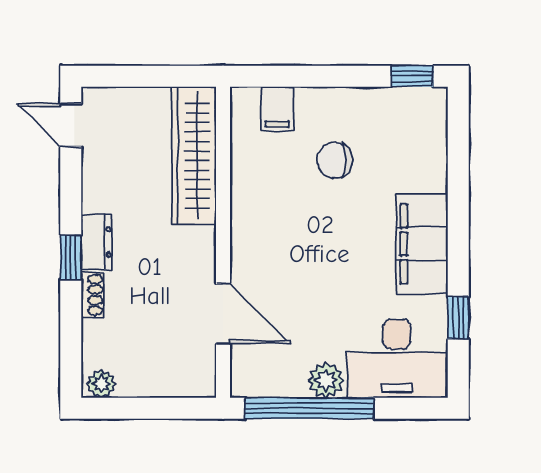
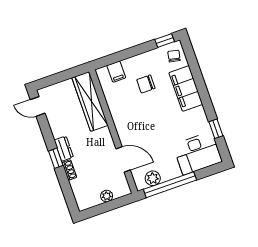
chair: (421, 119) -> (174, 56), added
filing cabinet: (422, 244) -> (186, 88), moved
plant: (326, 380) -> (153, 178), moved
plant: (101, 384) -> (107, 196), moved

